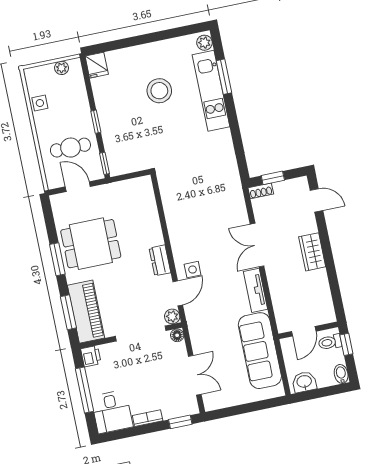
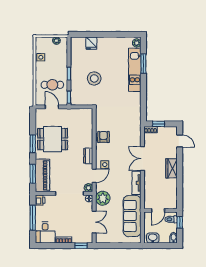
fridge: (97, 65) -> (91, 43), moved
stool: (159, 91) -> (94, 78), moved
armchair: (180, 221) -> (103, 137), added
plant: (201, 330) -> (103, 198), added

